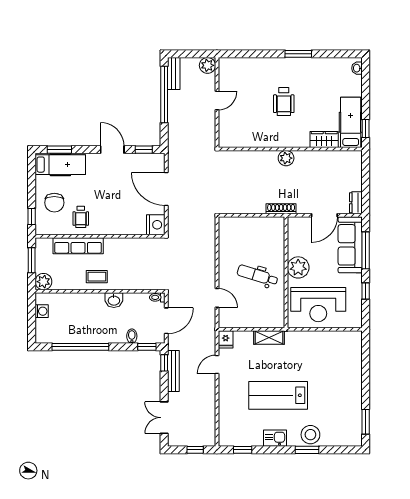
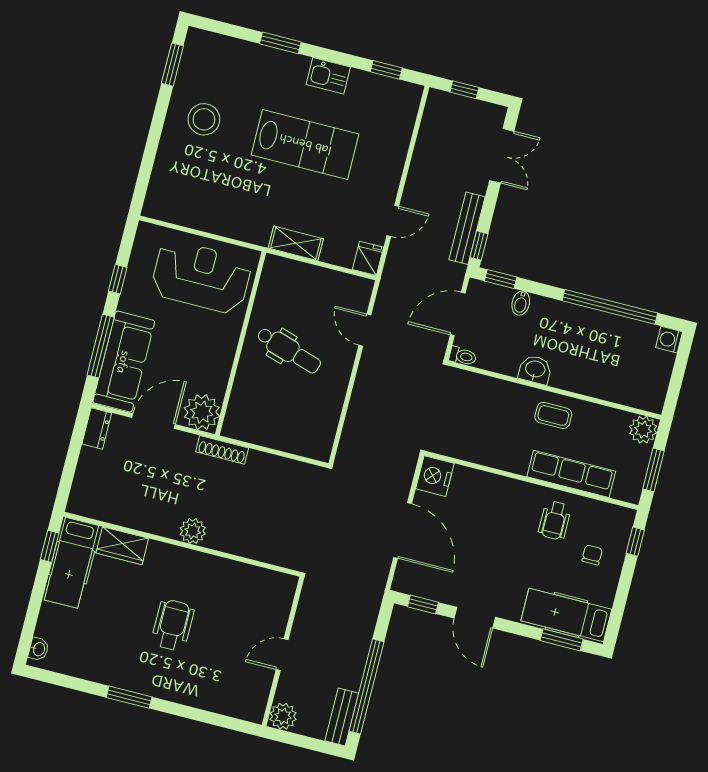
chair: (54, 203) -> (592, 555), width x0.54, depth x0.54
wheelchair: (81, 217) -> (555, 520), turned 180
plant: (298, 267) -> (202, 412), moved
washing machine: (42, 311) -> (669, 340), moved
stool: (310, 435) -> (204, 119), moved

